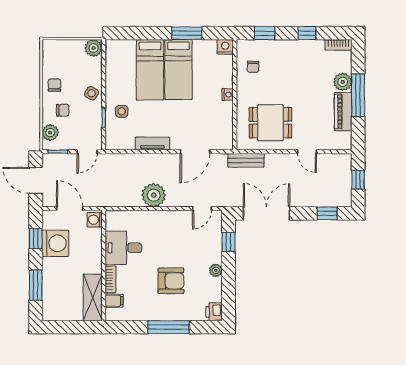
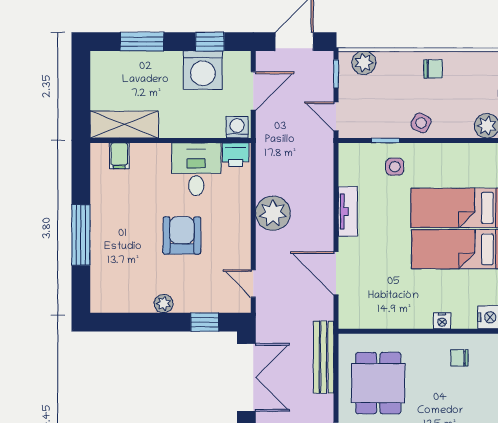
nightstand: (228, 94) -> (442, 321), moved
chair: (63, 110) -> (396, 81), removed
bench: (246, 160) -> (324, 357), width x1.36
bookcase: (111, 279) -> (150, 151), removed
armchair: (171, 281) -> (182, 235), moved, turned 180
printer: (214, 312) -> (236, 155), moved, turned 180

